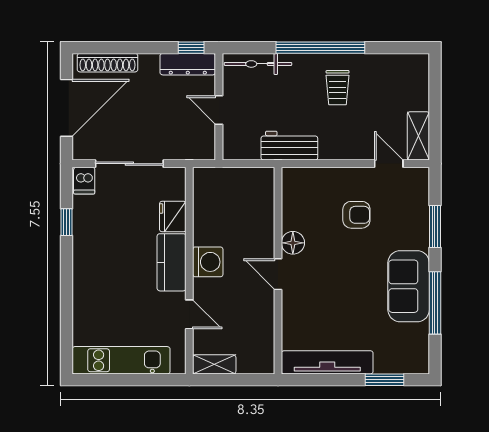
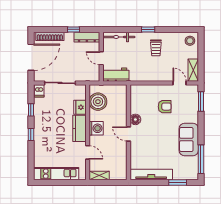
window: (191, 48) -> (74, 29), moved
window: (320, 48) -> (148, 29), width x0.32
stool: (411, 72) -> (190, 41), added
workbench: (289, 146) -> (116, 75), moved
boiler: (212, 204) -> (98, 102), added
window: (435, 226) -> (201, 102), moved
window: (67, 275) -> (31, 134), added
window: (435, 303) -> (201, 159), moved

